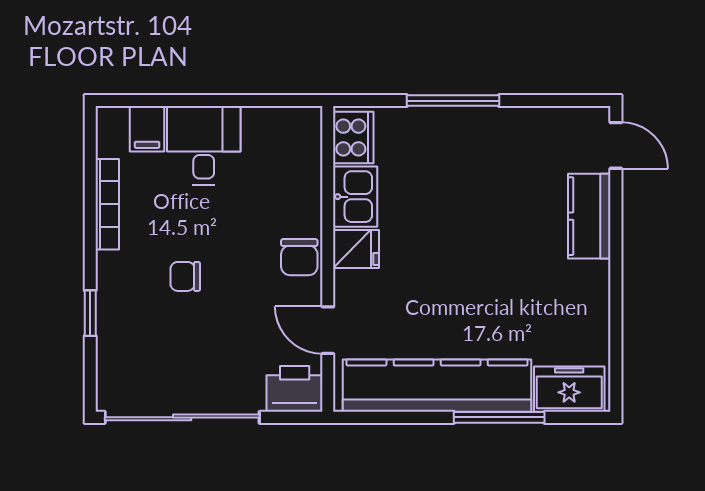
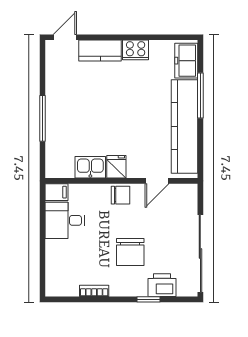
filing cabinet: (147, 129) -> (57, 192), moved
cooker: (353, 138) -> (136, 50), moved, turned 180
desk: (204, 145) -> (65, 220), moved
bookcase: (107, 204) -> (94, 291), width x0.64
chair: (185, 276) -> (130, 252), width x1.87, depth x1.87
printer: (295, 389) -> (162, 285), moved, turned 90

